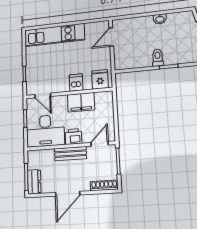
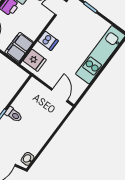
washbasin: (160, 19) -> (28, 159), moved
filing cabinet: (81, 102) -> (19, 47), moved

